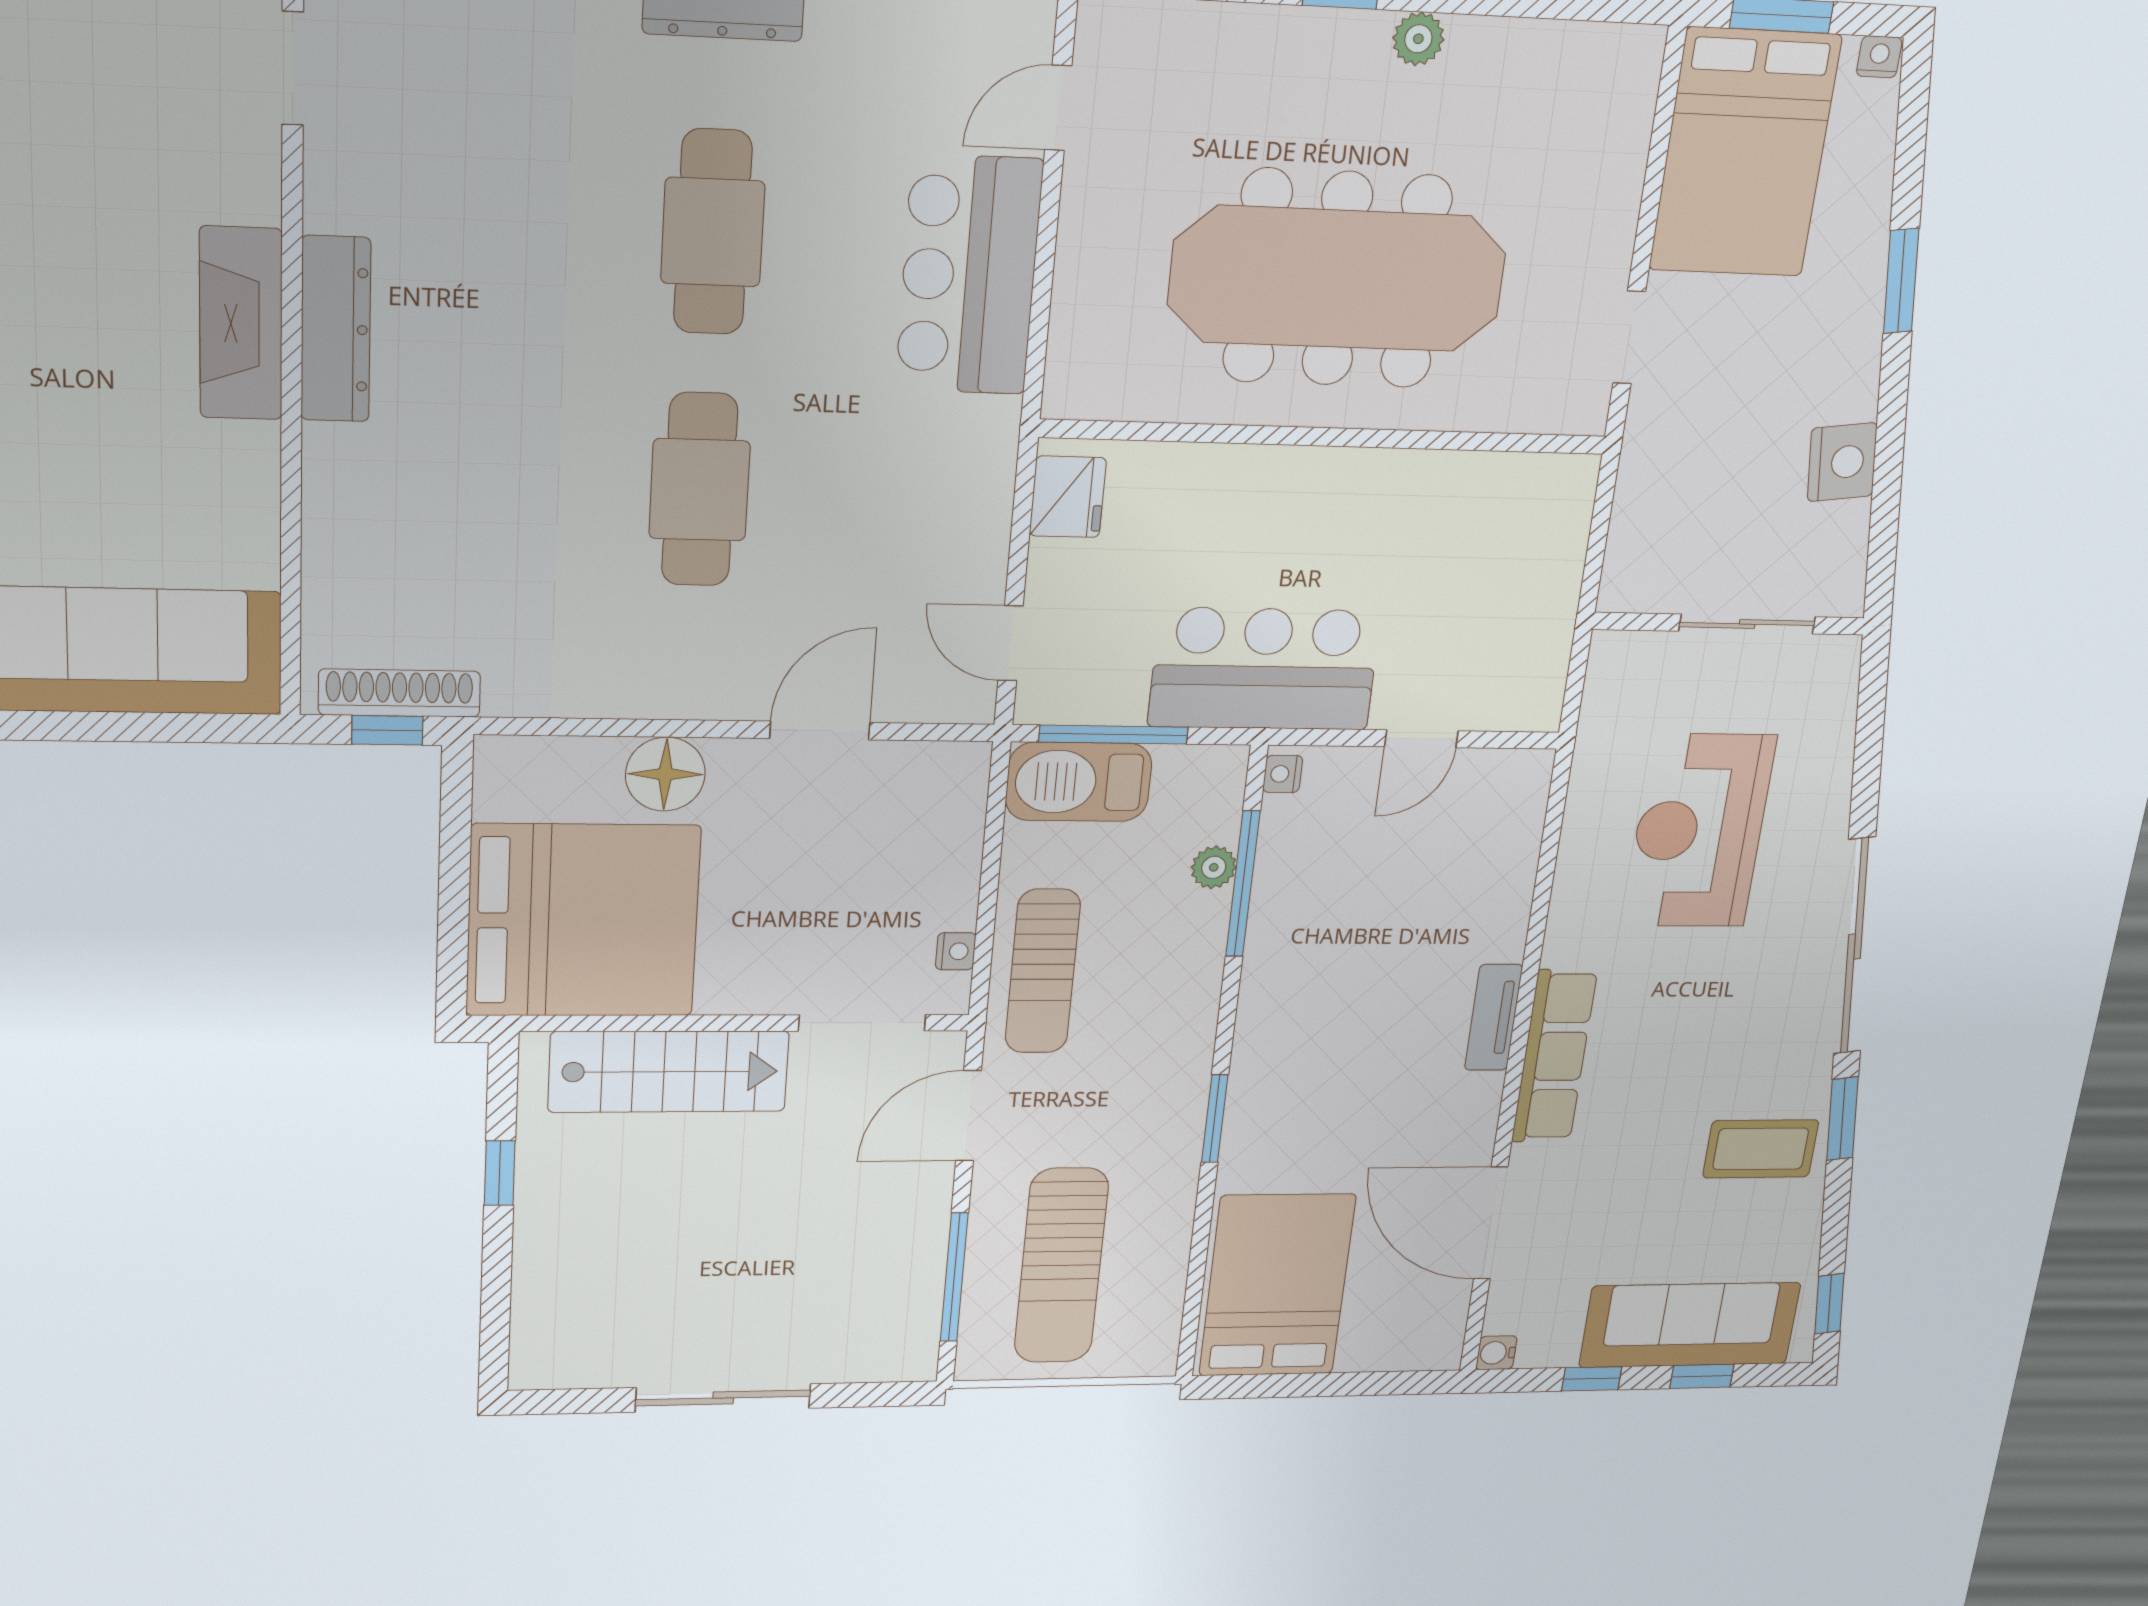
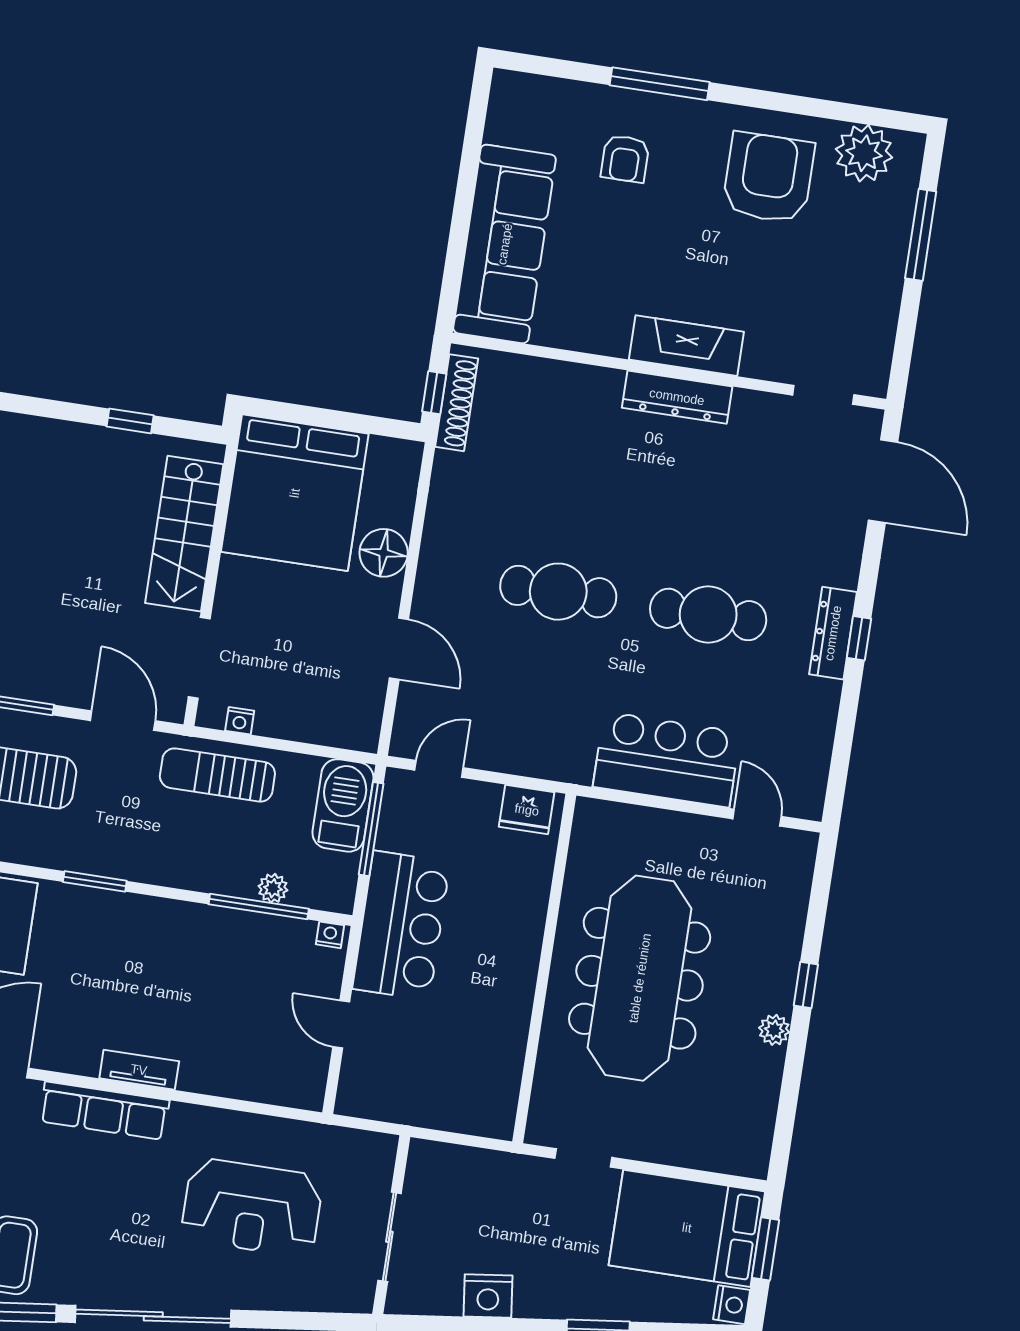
nightstand: (1879, 57) -> (732, 1305), width x1.39, depth x1.35
reception desk: (1699, 831) -> (252, 1208), turned 180

